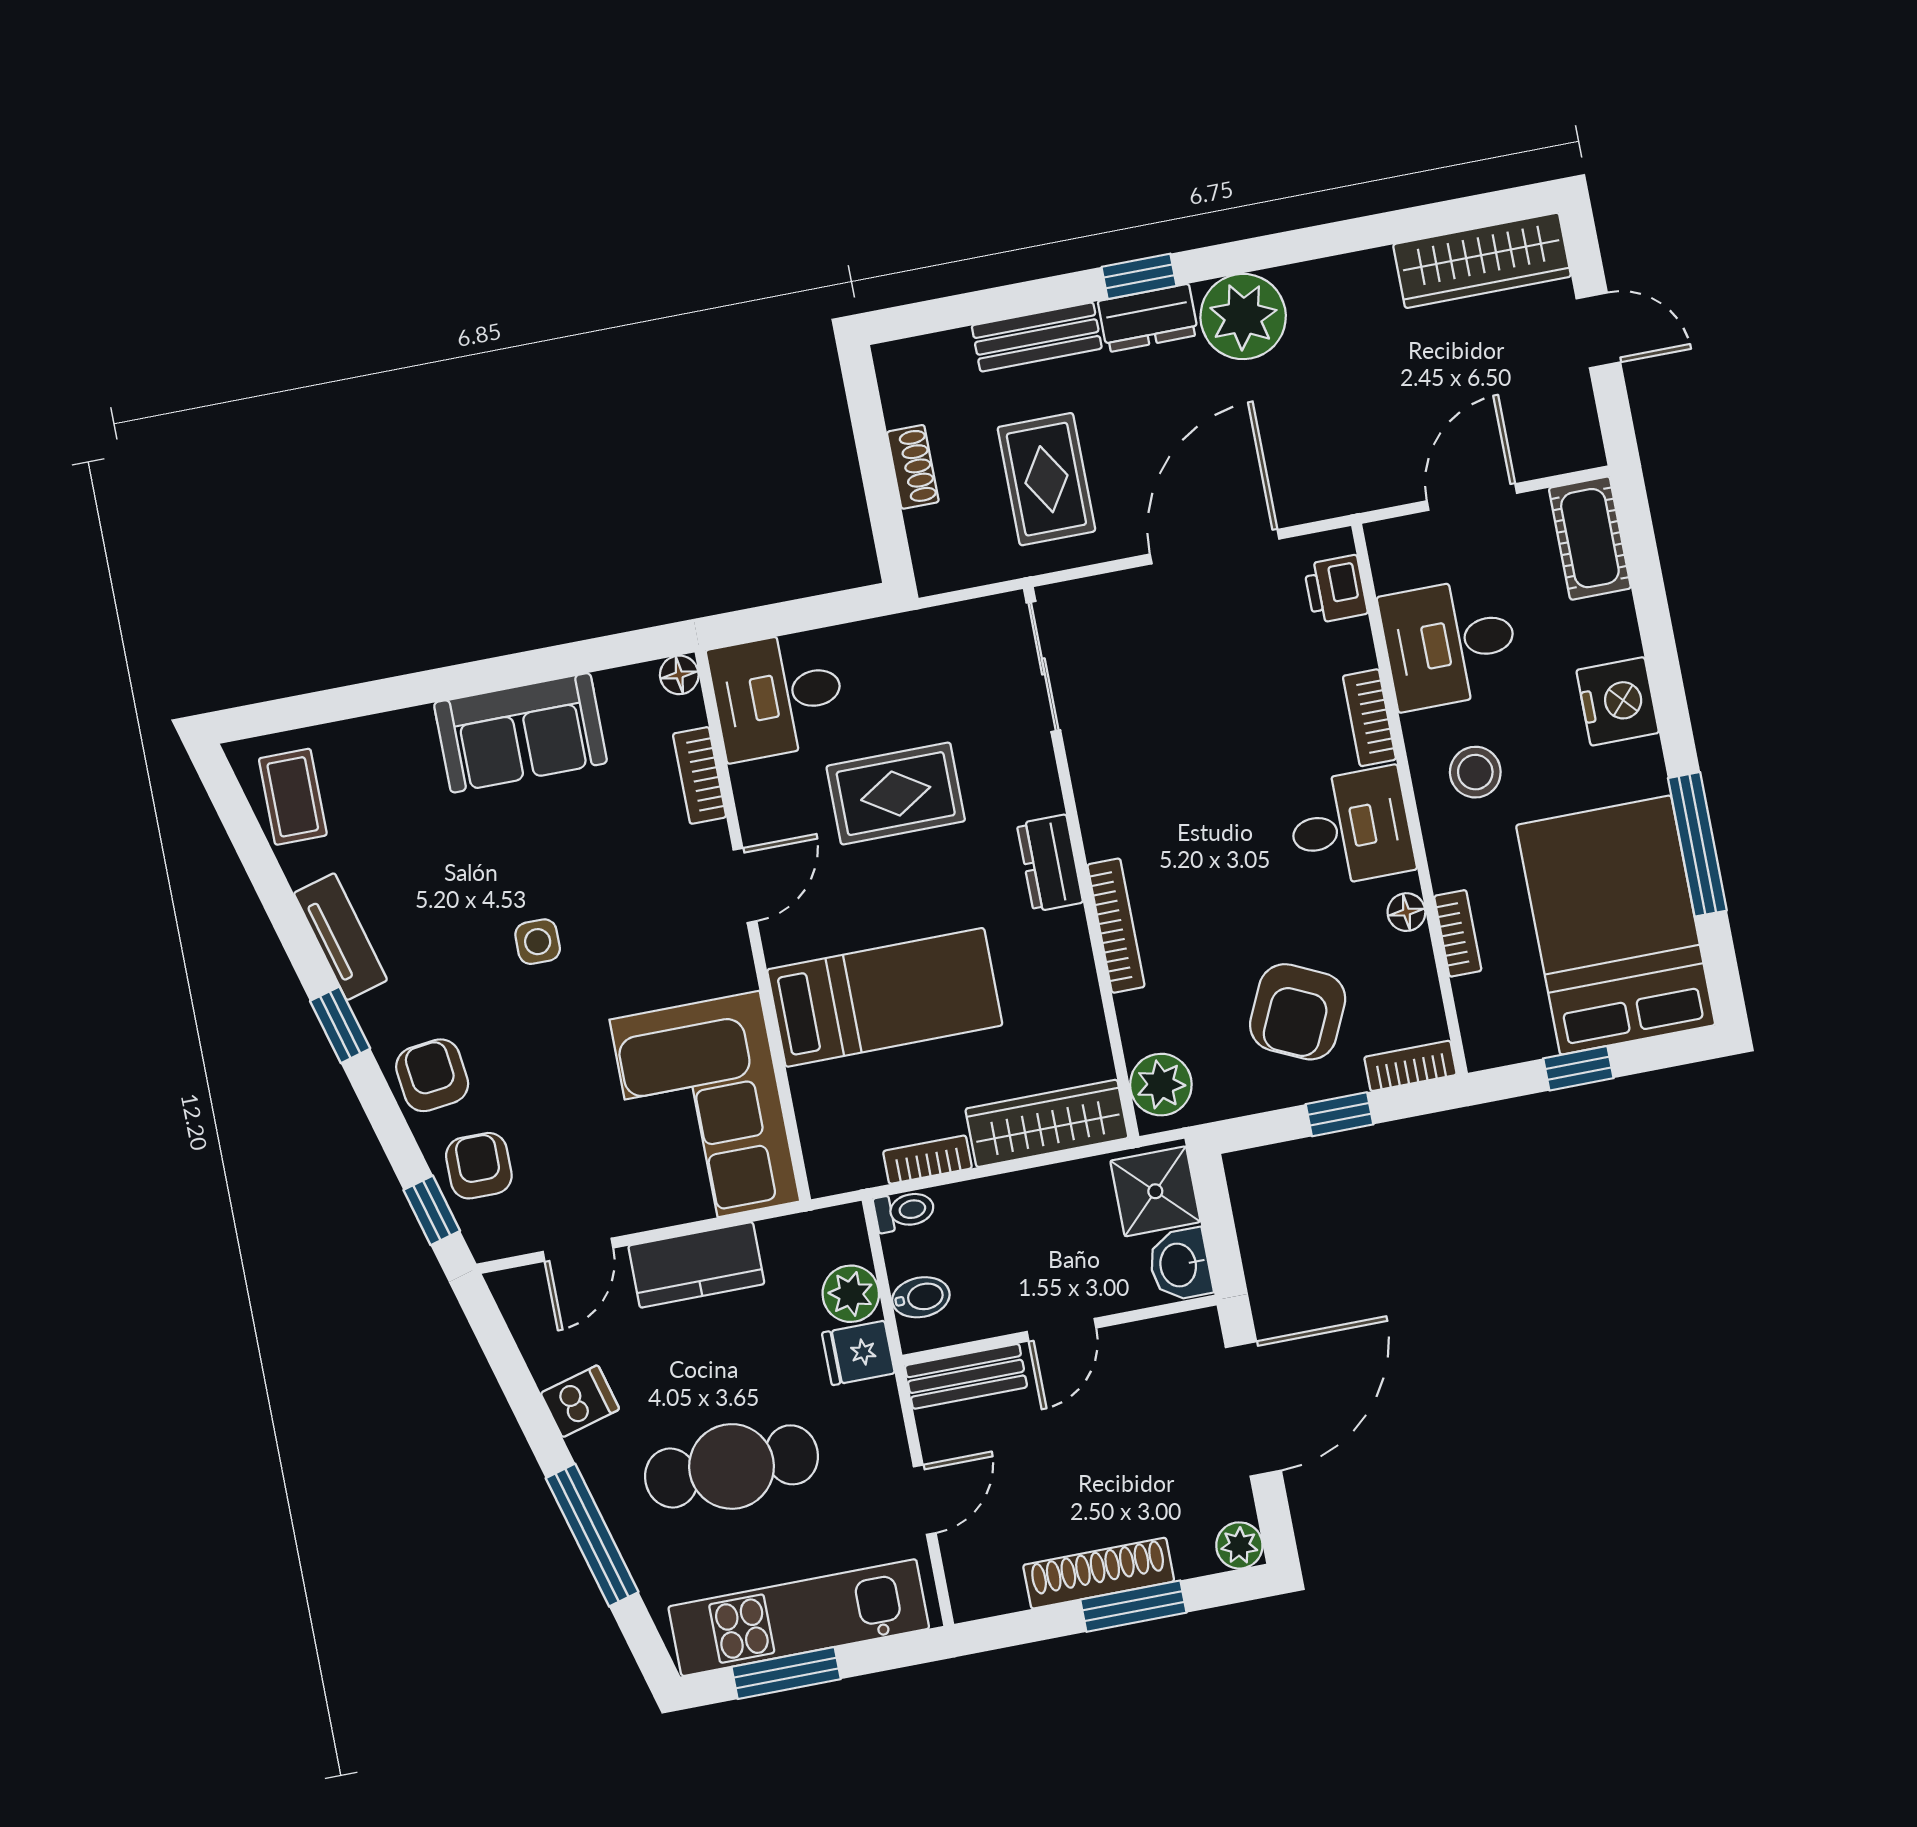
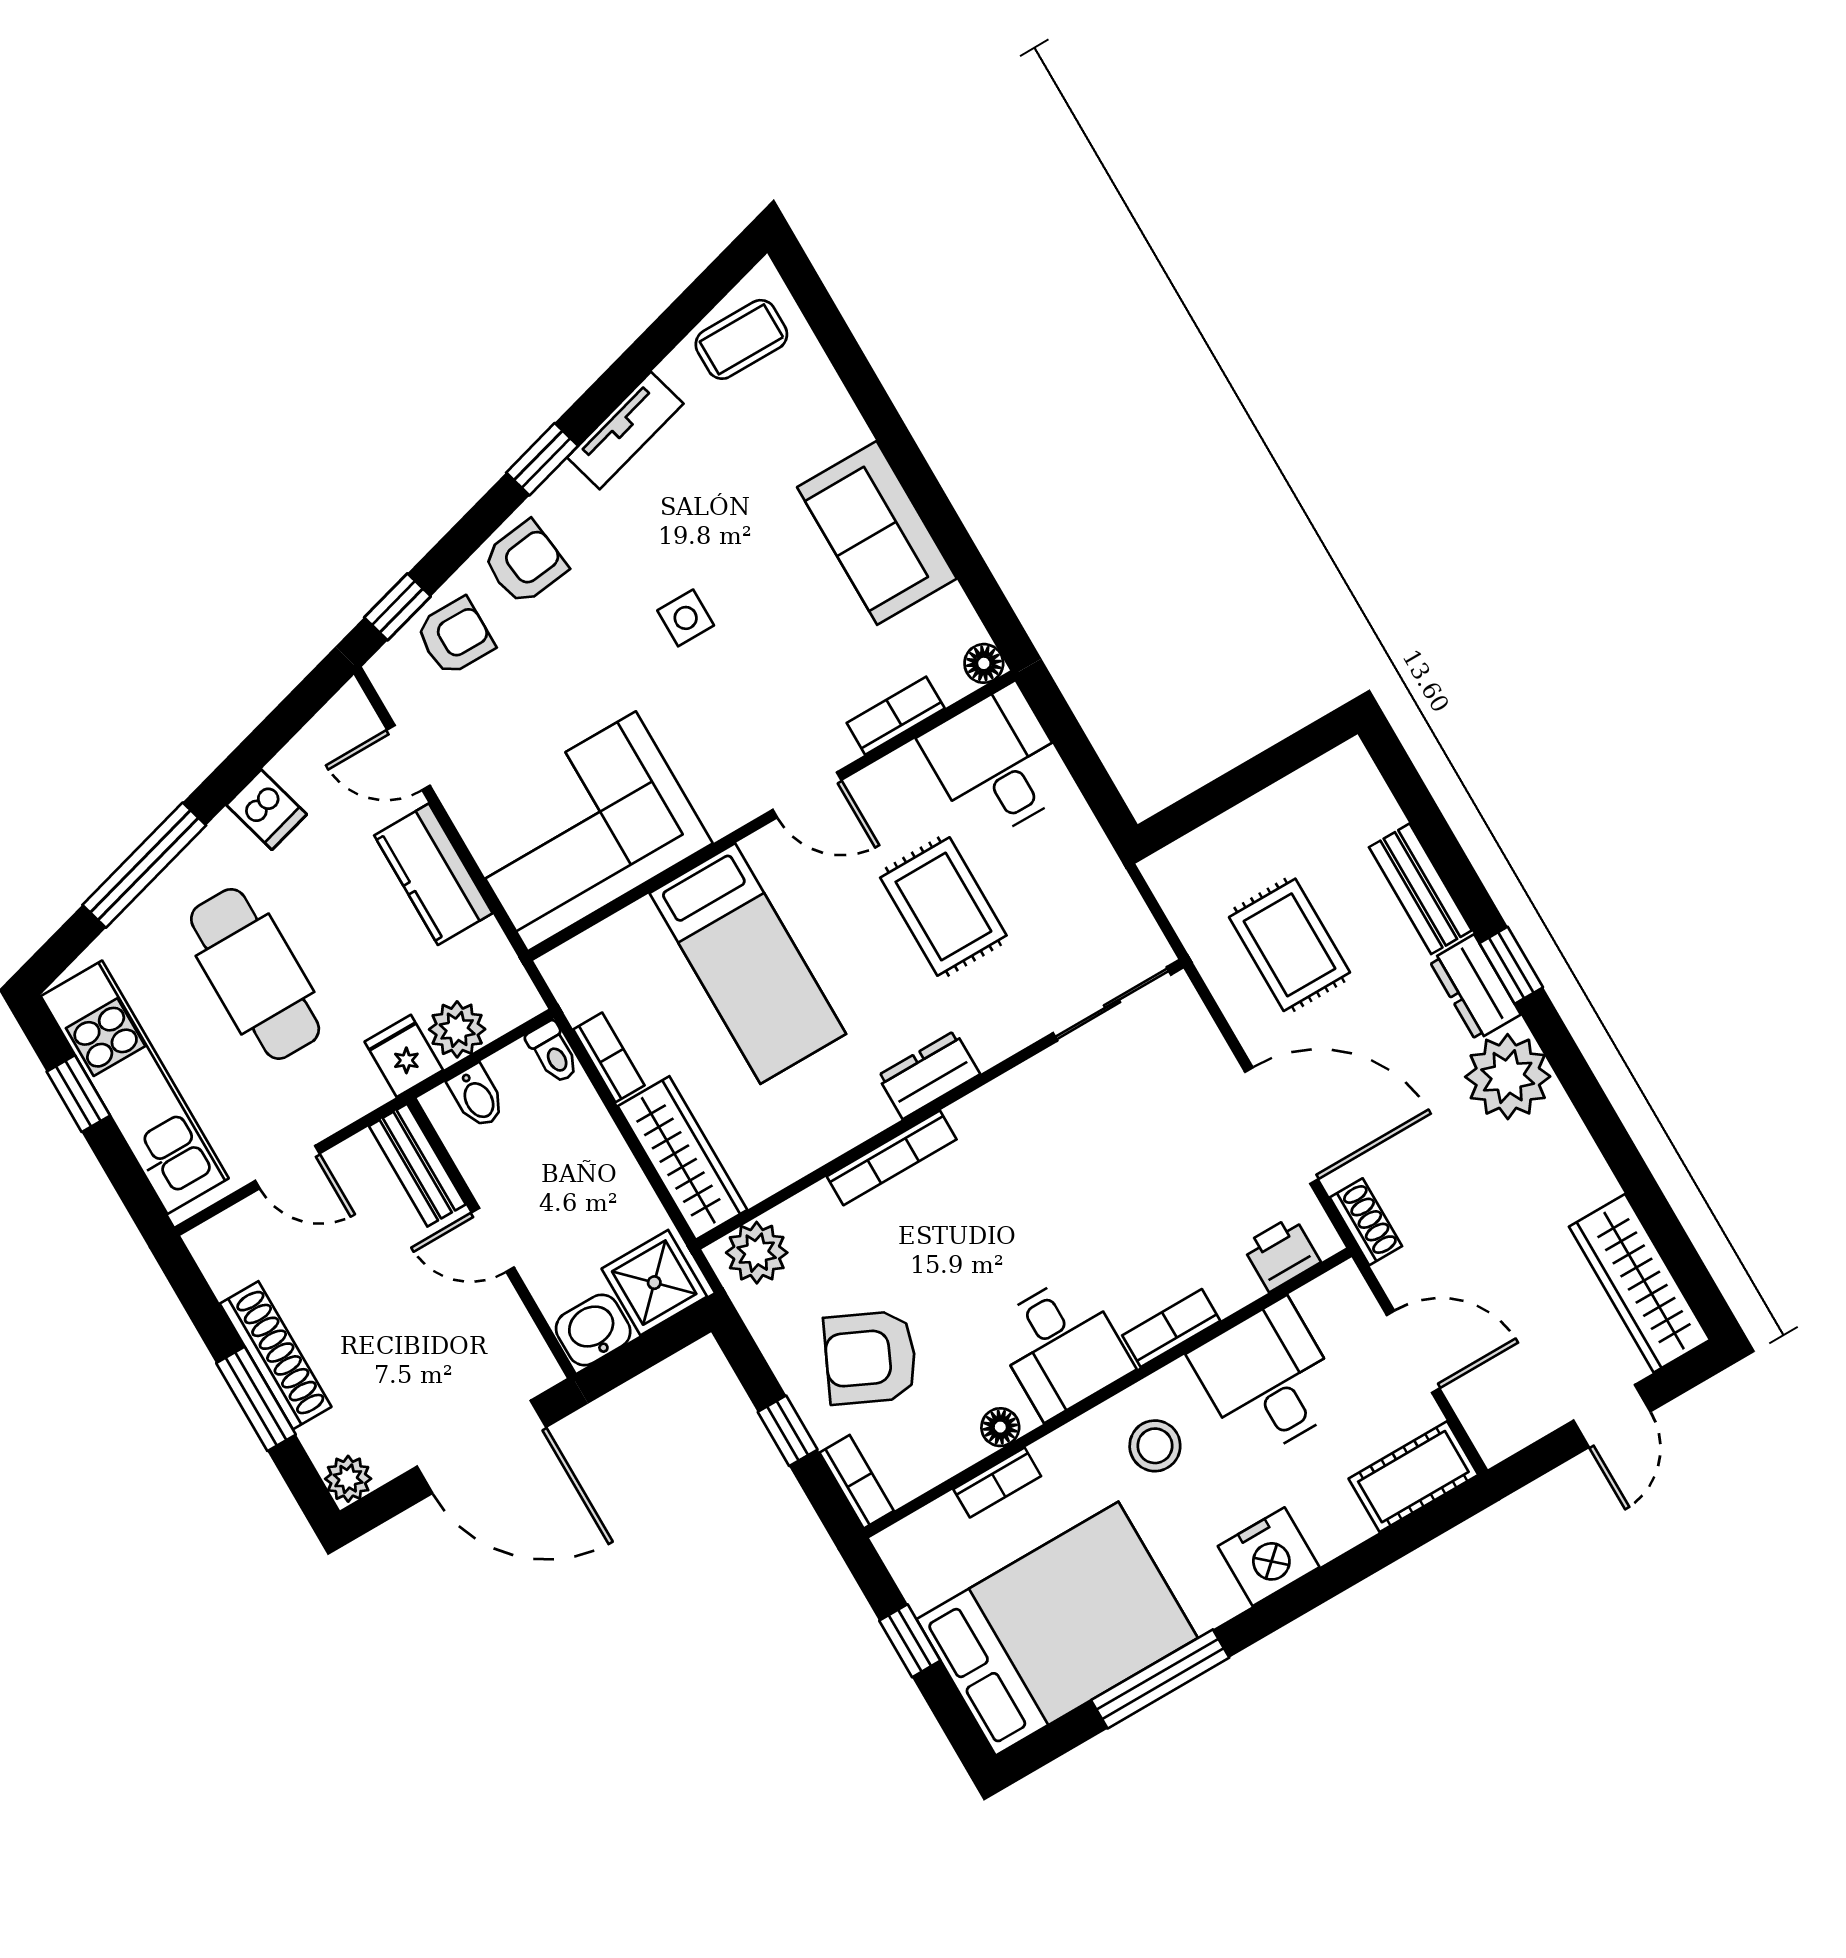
shoe rack: (913, 467) -> (1366, 1222), moved, turned -90
rug: (1046, 479) -> (1289, 945), turned 90
window: (786, 1673) -> (78, 1094), width x0.67

